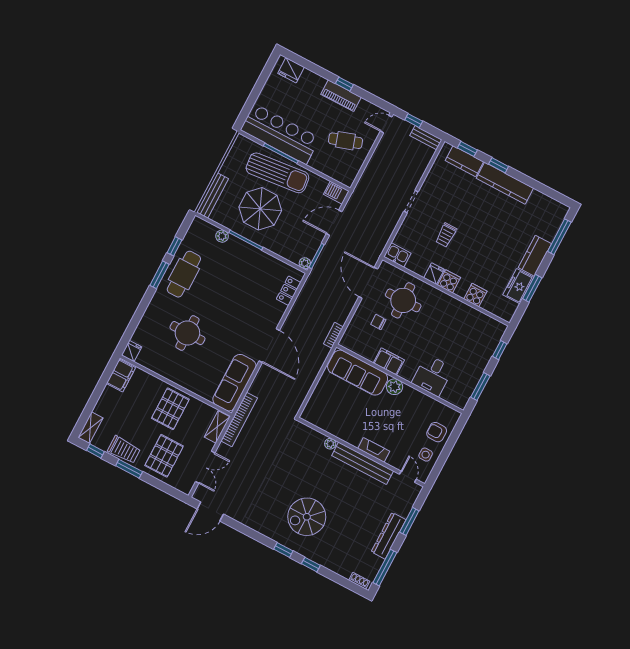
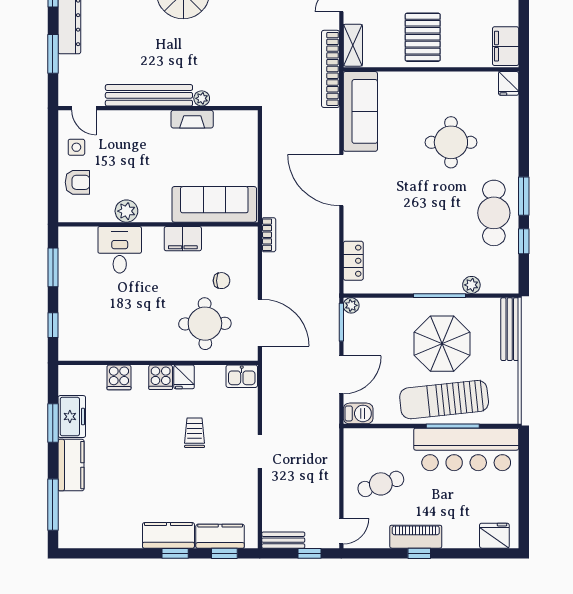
kitchen counter: (505, 183) -> (168, 535), width x0.67
plant: (394, 387) -> (126, 211), moved
fireplace: (374, 450) -> (192, 119), moved

